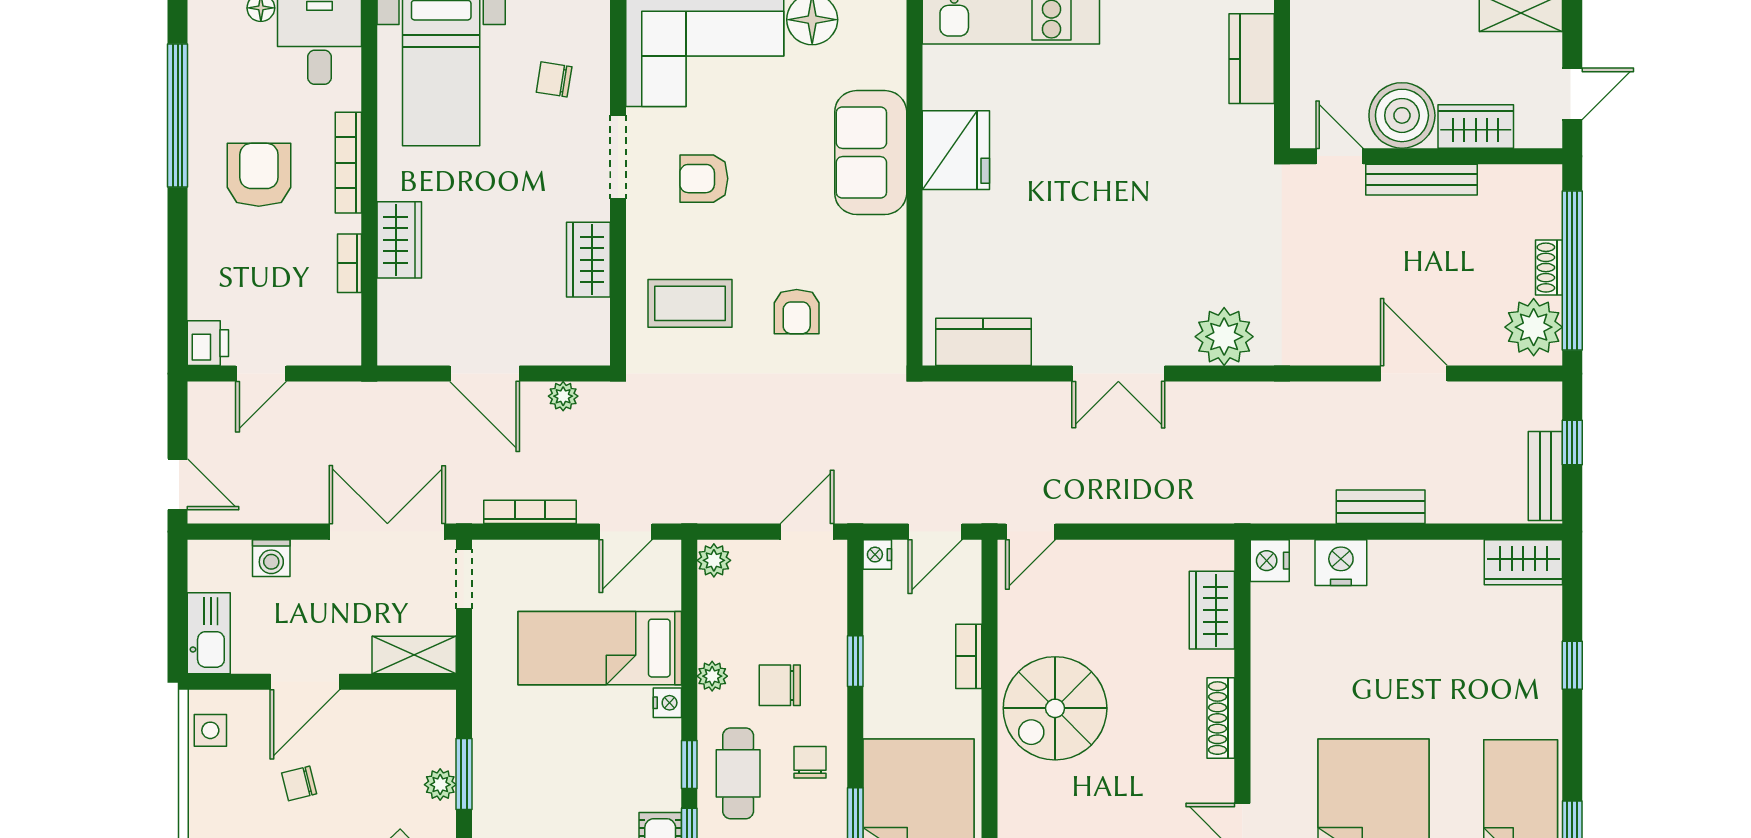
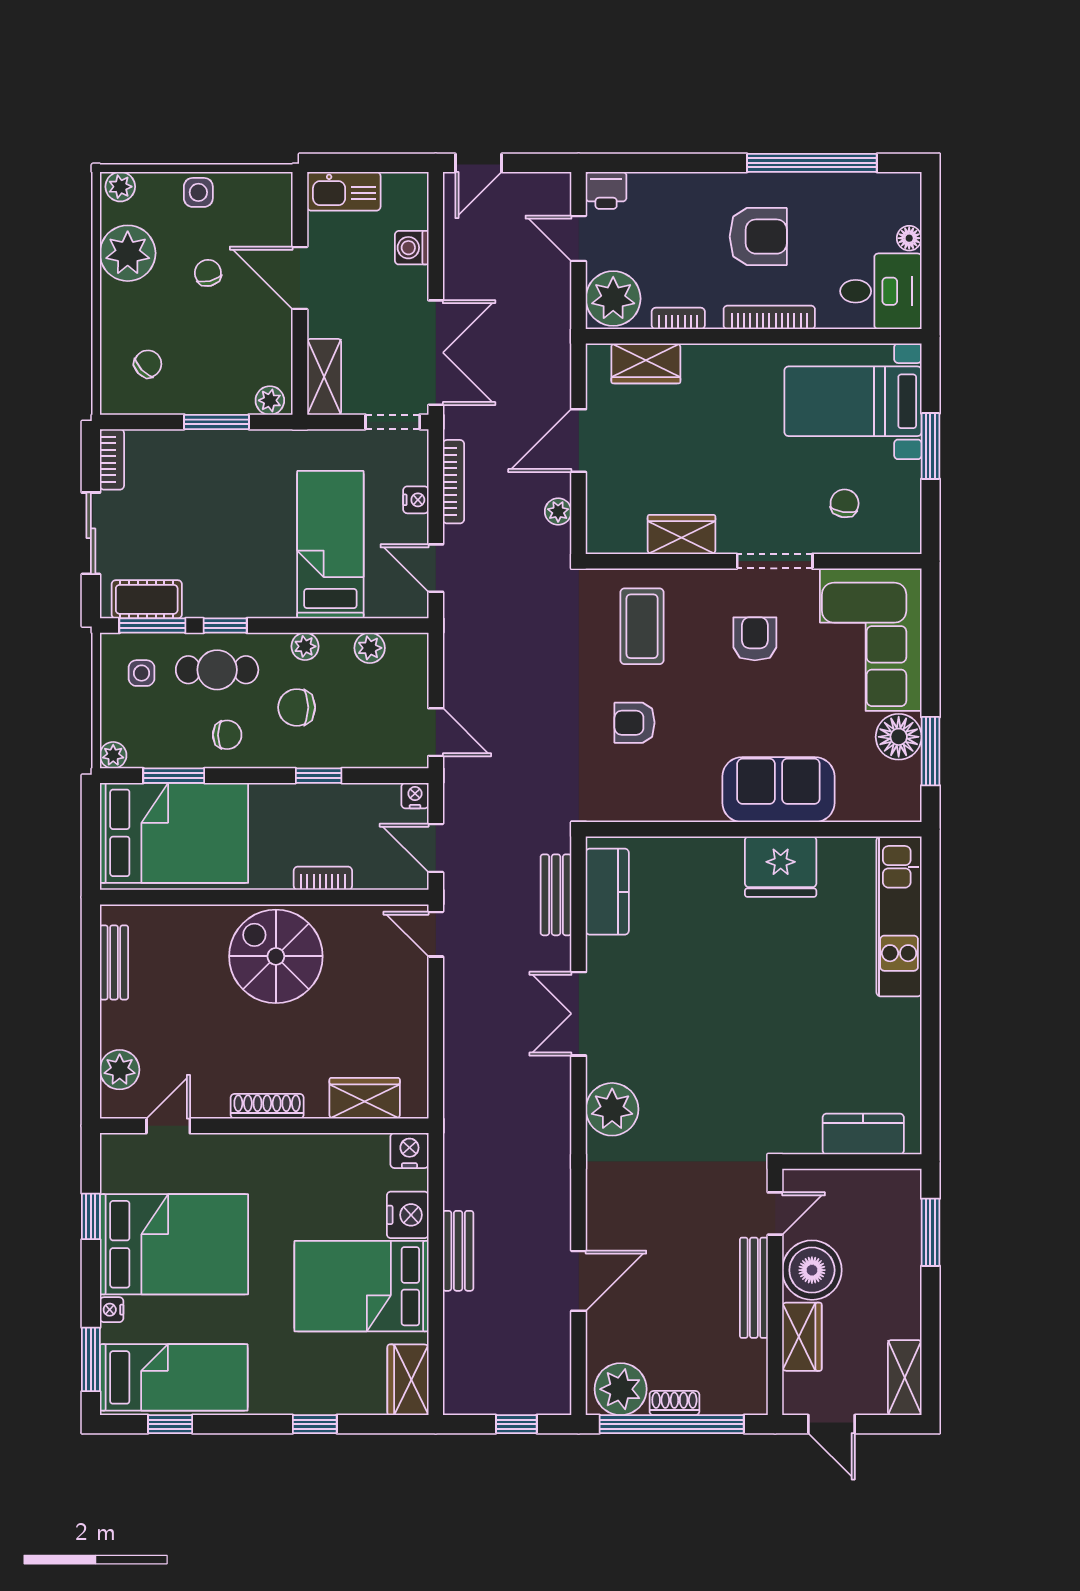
wardrobe: (399, 240) -> (646, 363), moved
plant: (327, 335) -> (613, 299), added
bench: (1545, 476) -> (556, 895), moved, turned 90
plant: (714, 560) -> (370, 648), moved
bed: (1420, 614) -> (362, 1286), added
chair: (780, 685) -> (297, 707), turned -90
nightstand: (667, 703) -> (416, 500), moved, turned -90
side table: (210, 730) -> (198, 192), moved
plant: (440, 785) -> (270, 400), moved

